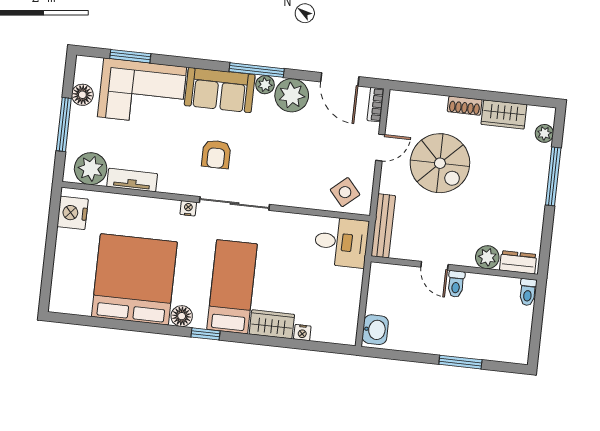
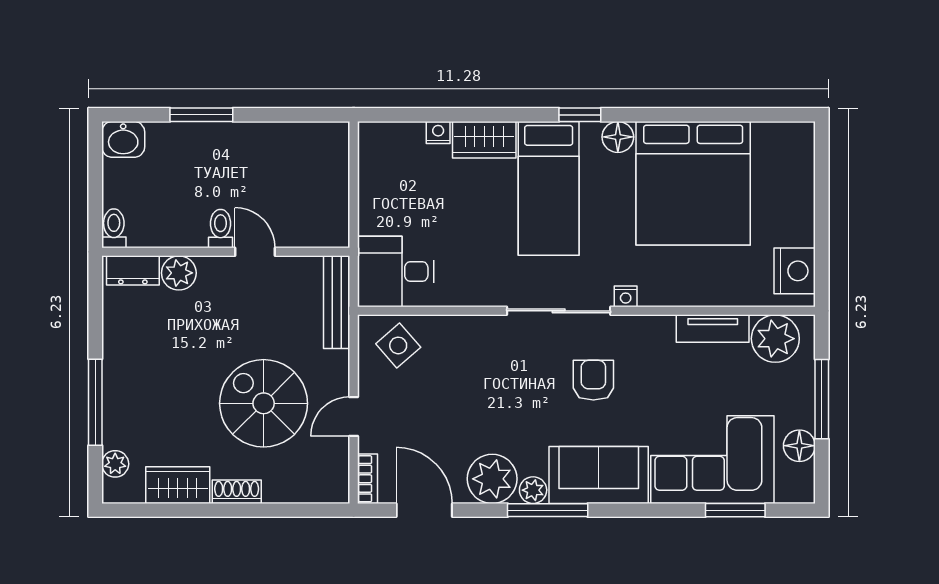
washbasin: (375, 330) -> (123, 139), moved, turned -90

